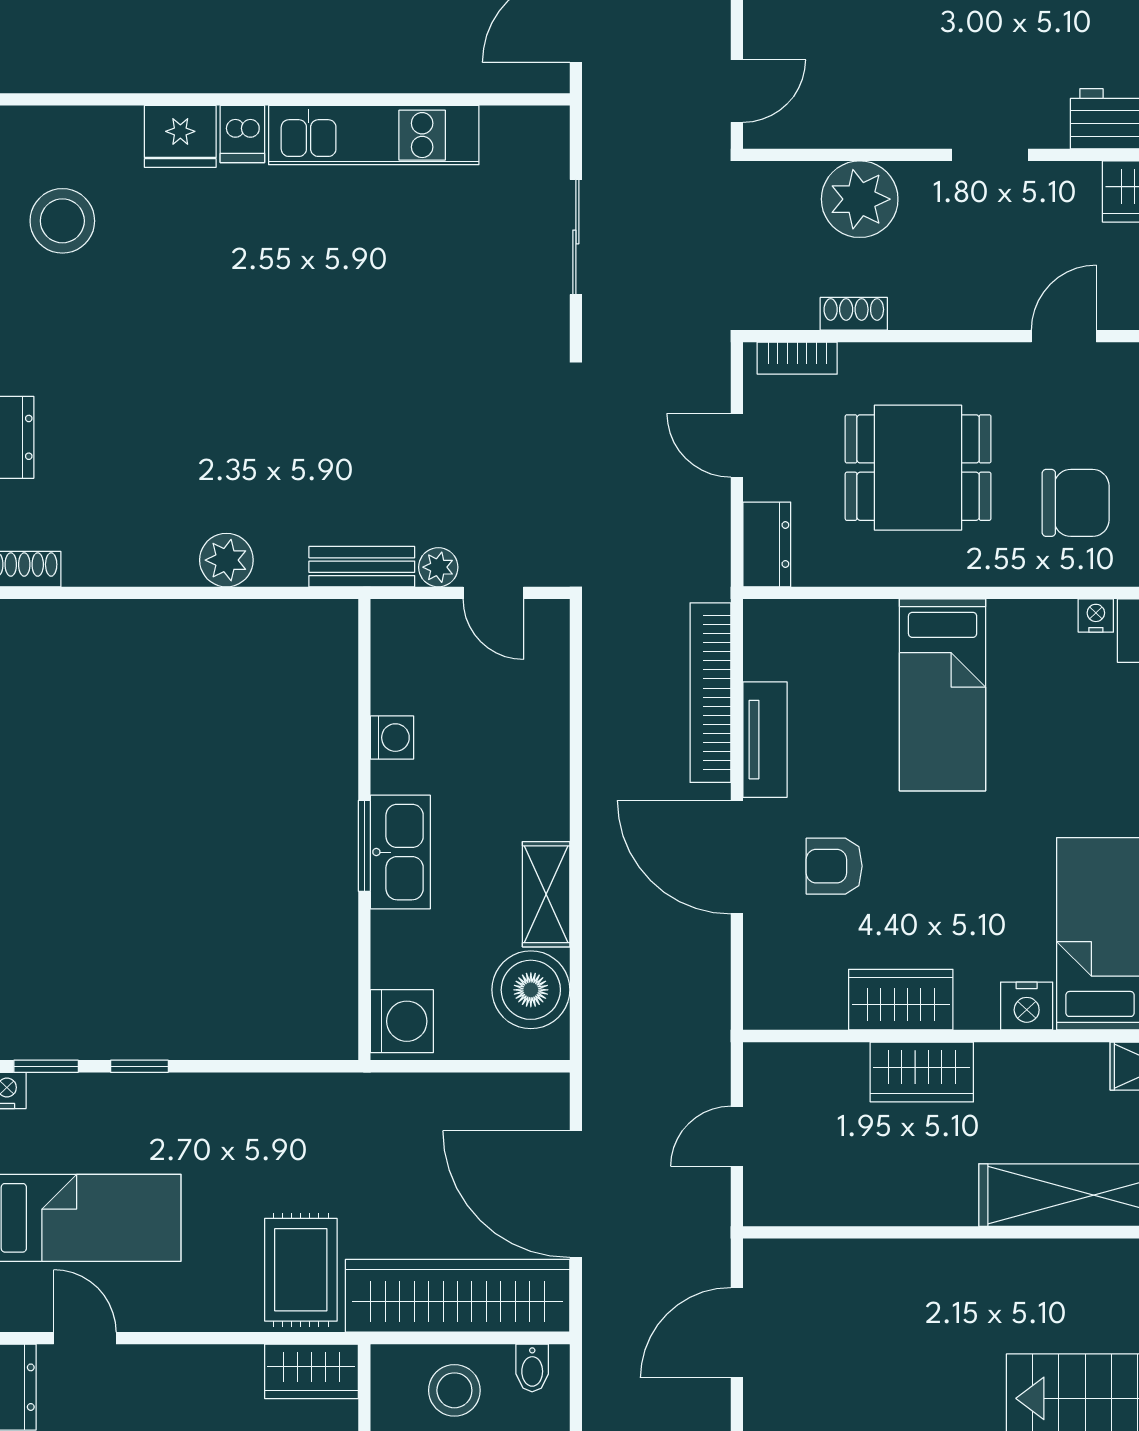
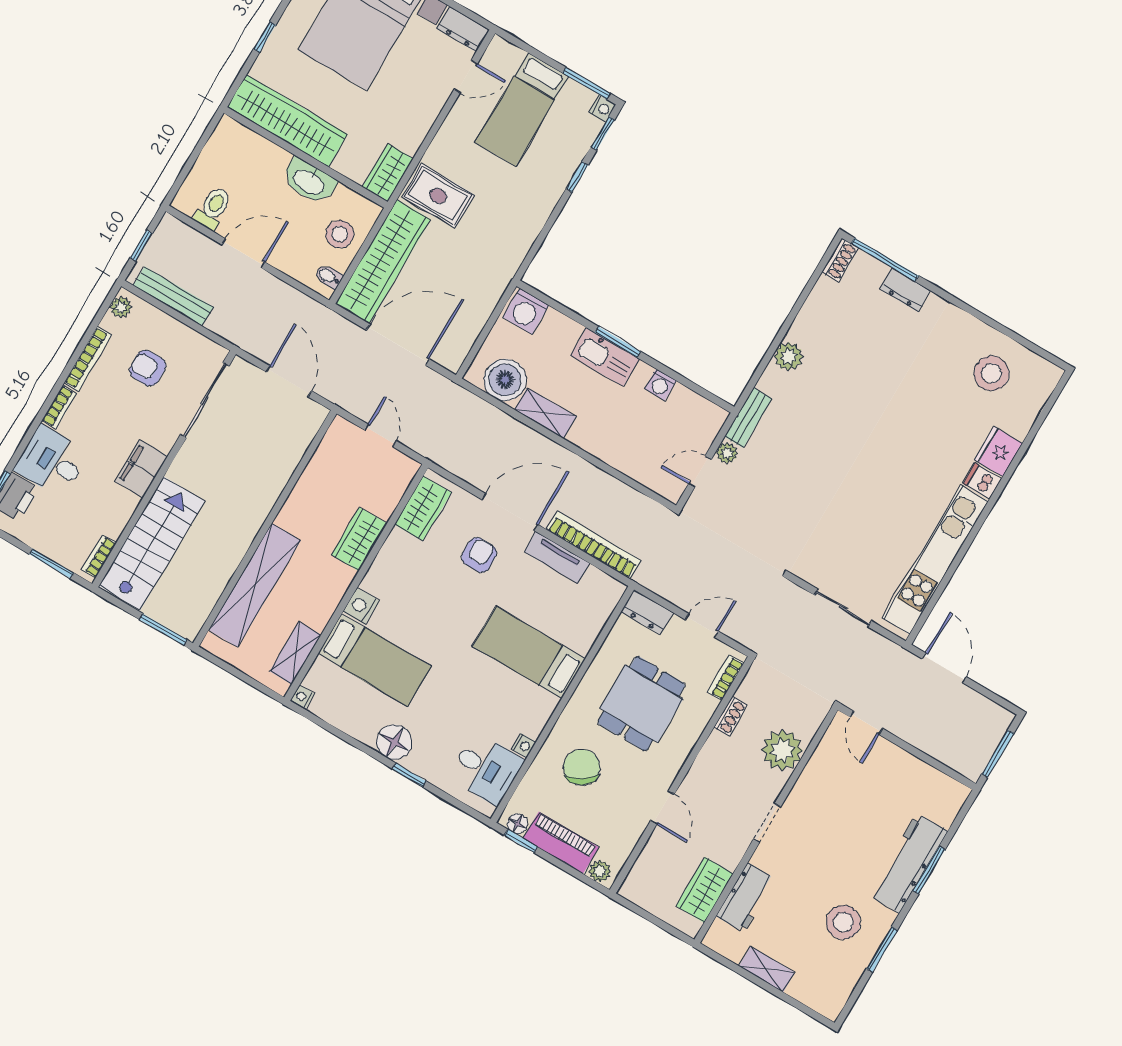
kitchen unit: (374, 135) -> (935, 560), width x1.36
chair: (1076, 503) -> (582, 767), turned 148
wardrobe: (901, 1000) -> (423, 508), moved

